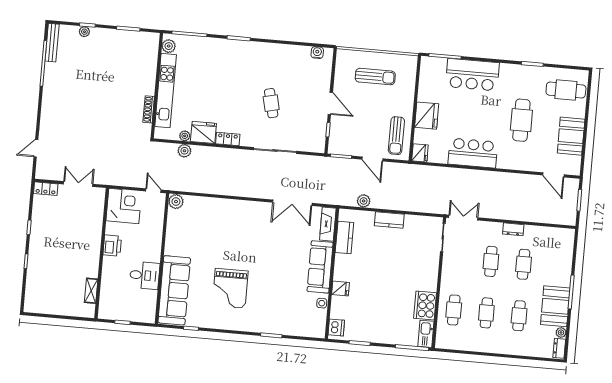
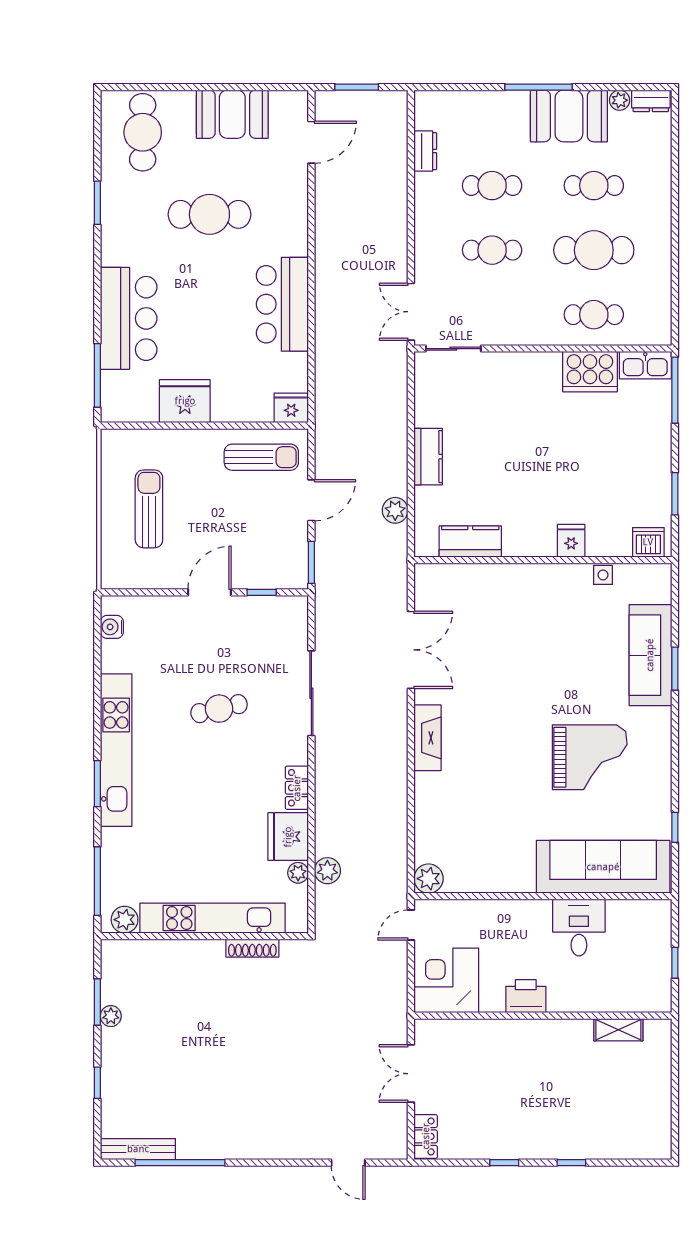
plant: (84, 32) -> (111, 1016), moved
kitchen unit: (255, 49) -> (116, 750), added
fridge: (427, 116) -> (185, 401), moved
fireplace: (328, 224) -> (427, 738), moved, turned -90
dresser: (513, 229) -> (425, 151), moved
sofa: (320, 267) -> (650, 655), moved, turned 90
cafe table: (486, 313) -> (594, 250), width x1.37, depth x1.35

